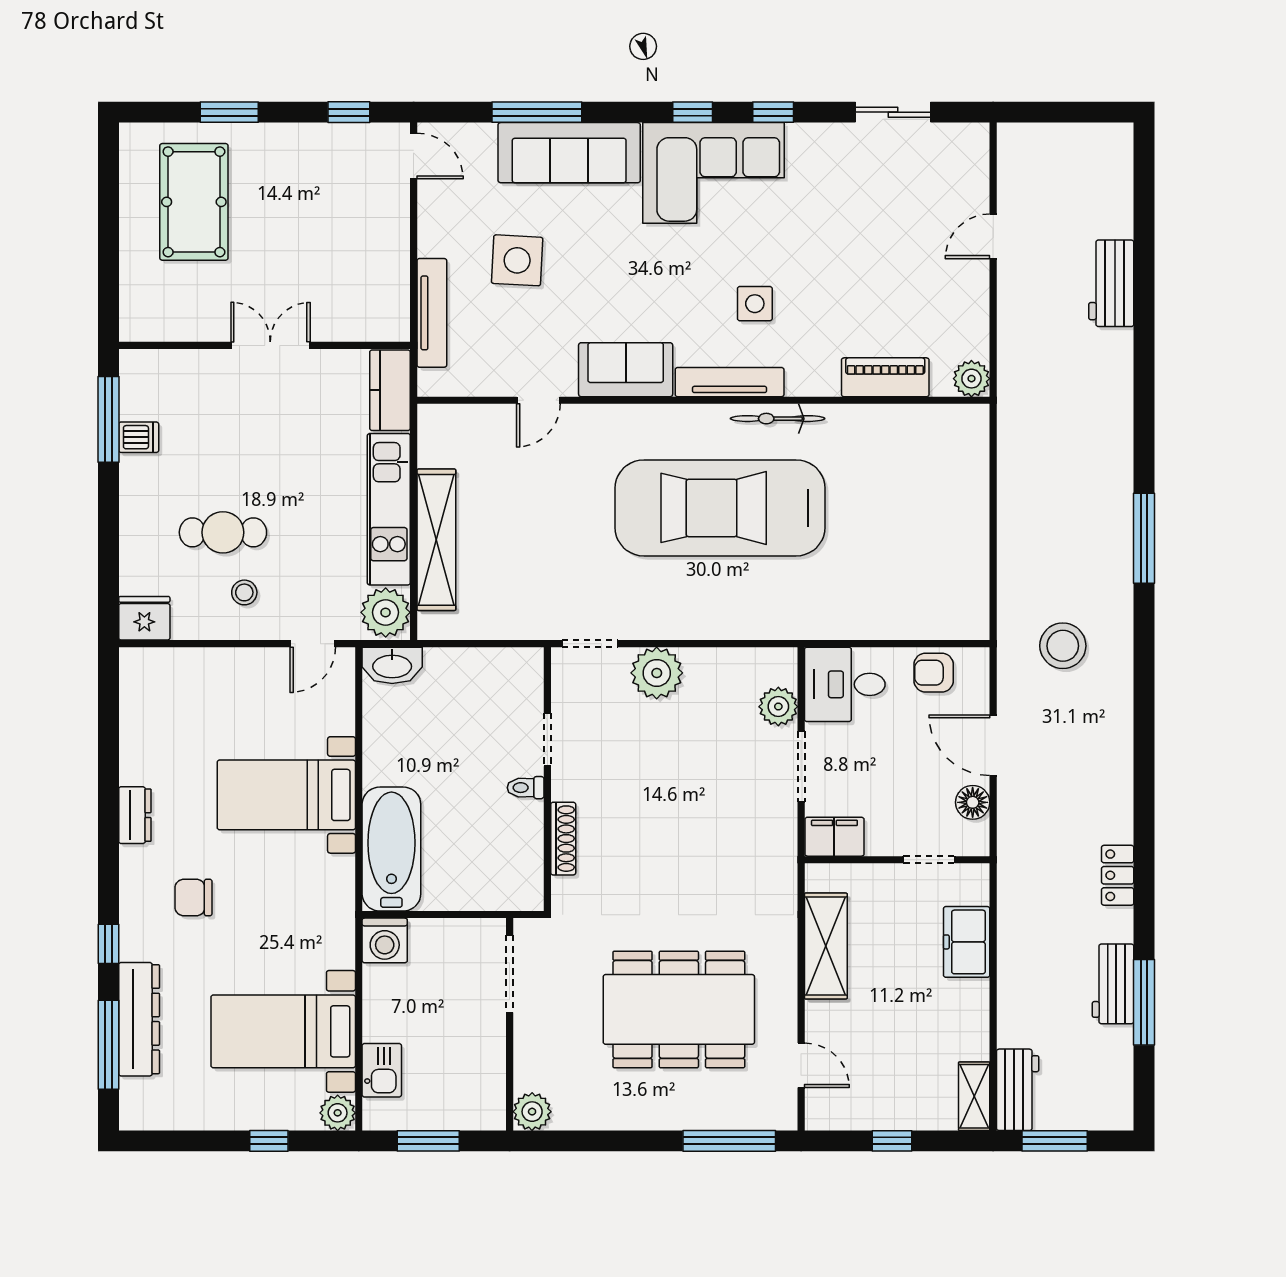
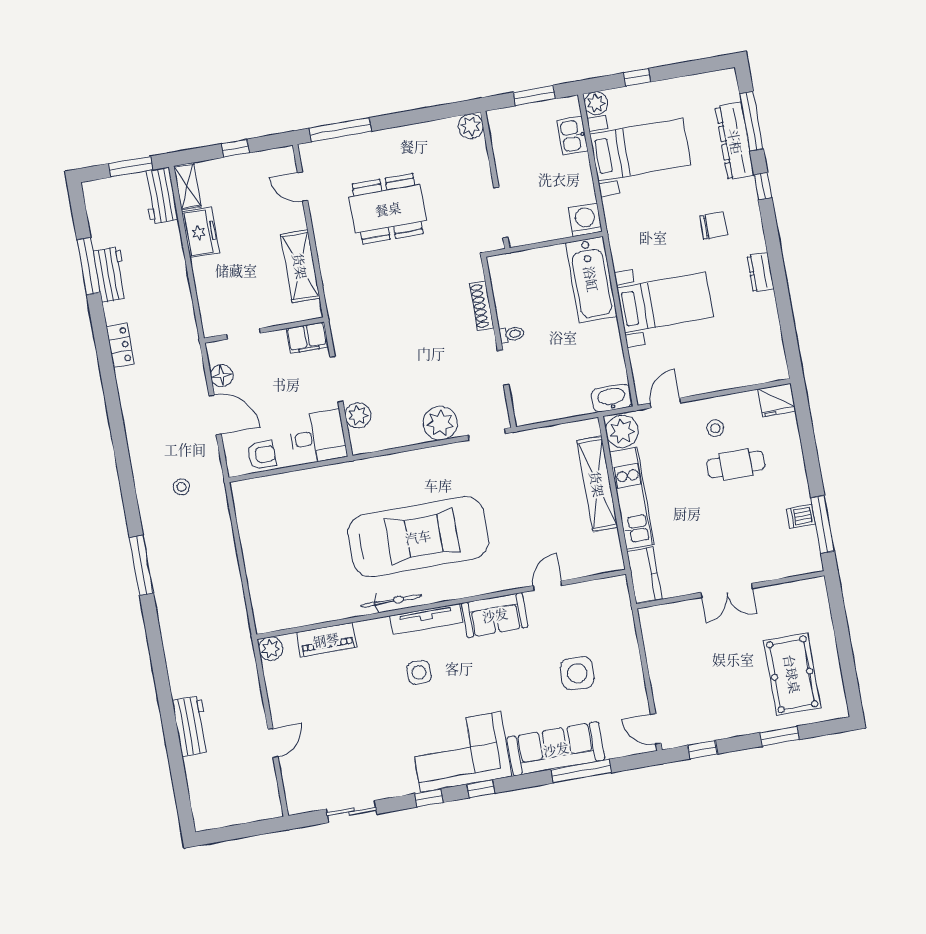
tv unit: (432, 313) -> (626, 630), removed
stool: (1063, 646) -> (181, 487), width x0.53, depth x0.53
freezer: (967, 942) -> (201, 232), moved
dining table: (679, 1009) -> (388, 209), width x0.73, depth x0.80

